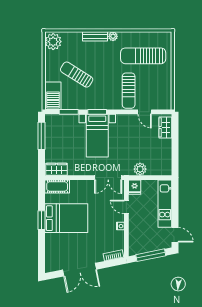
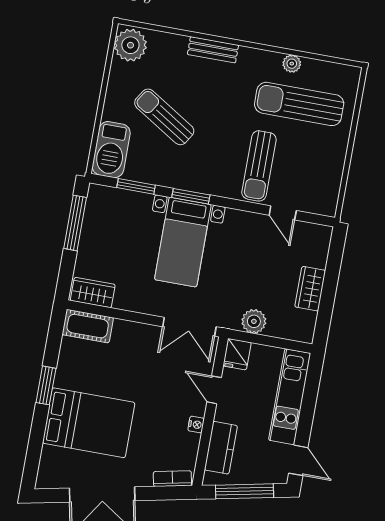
plant: (113, 36) -> (292, 64), moved
wardrobe: (165, 127) -> (310, 289), moved
bed: (66, 218) -> (89, 423), moved
kitchen counter: (135, 235) -> (221, 448), added

